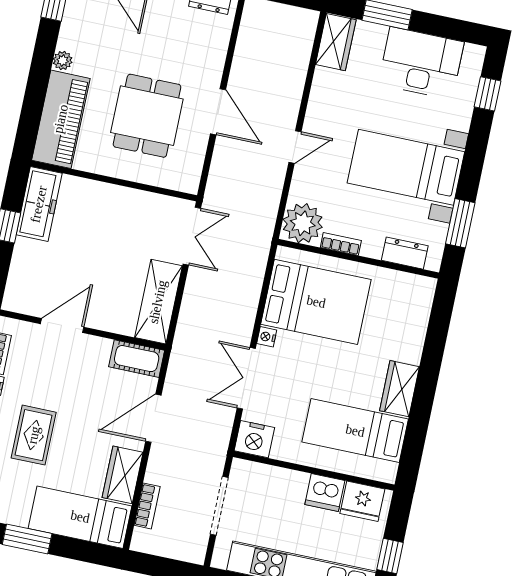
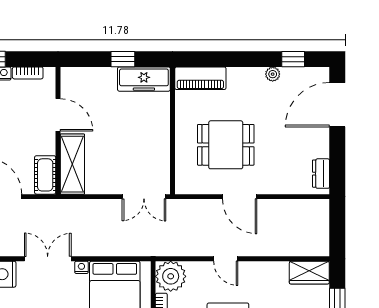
plant: (63, 61) -> (273, 74), moved
door: (218, 112) -> (240, 197), hinge flipped
piano: (61, 119) -> (200, 78), width x0.73, depth x0.75
shelving: (158, 302) -> (72, 164), moved, turned 90

